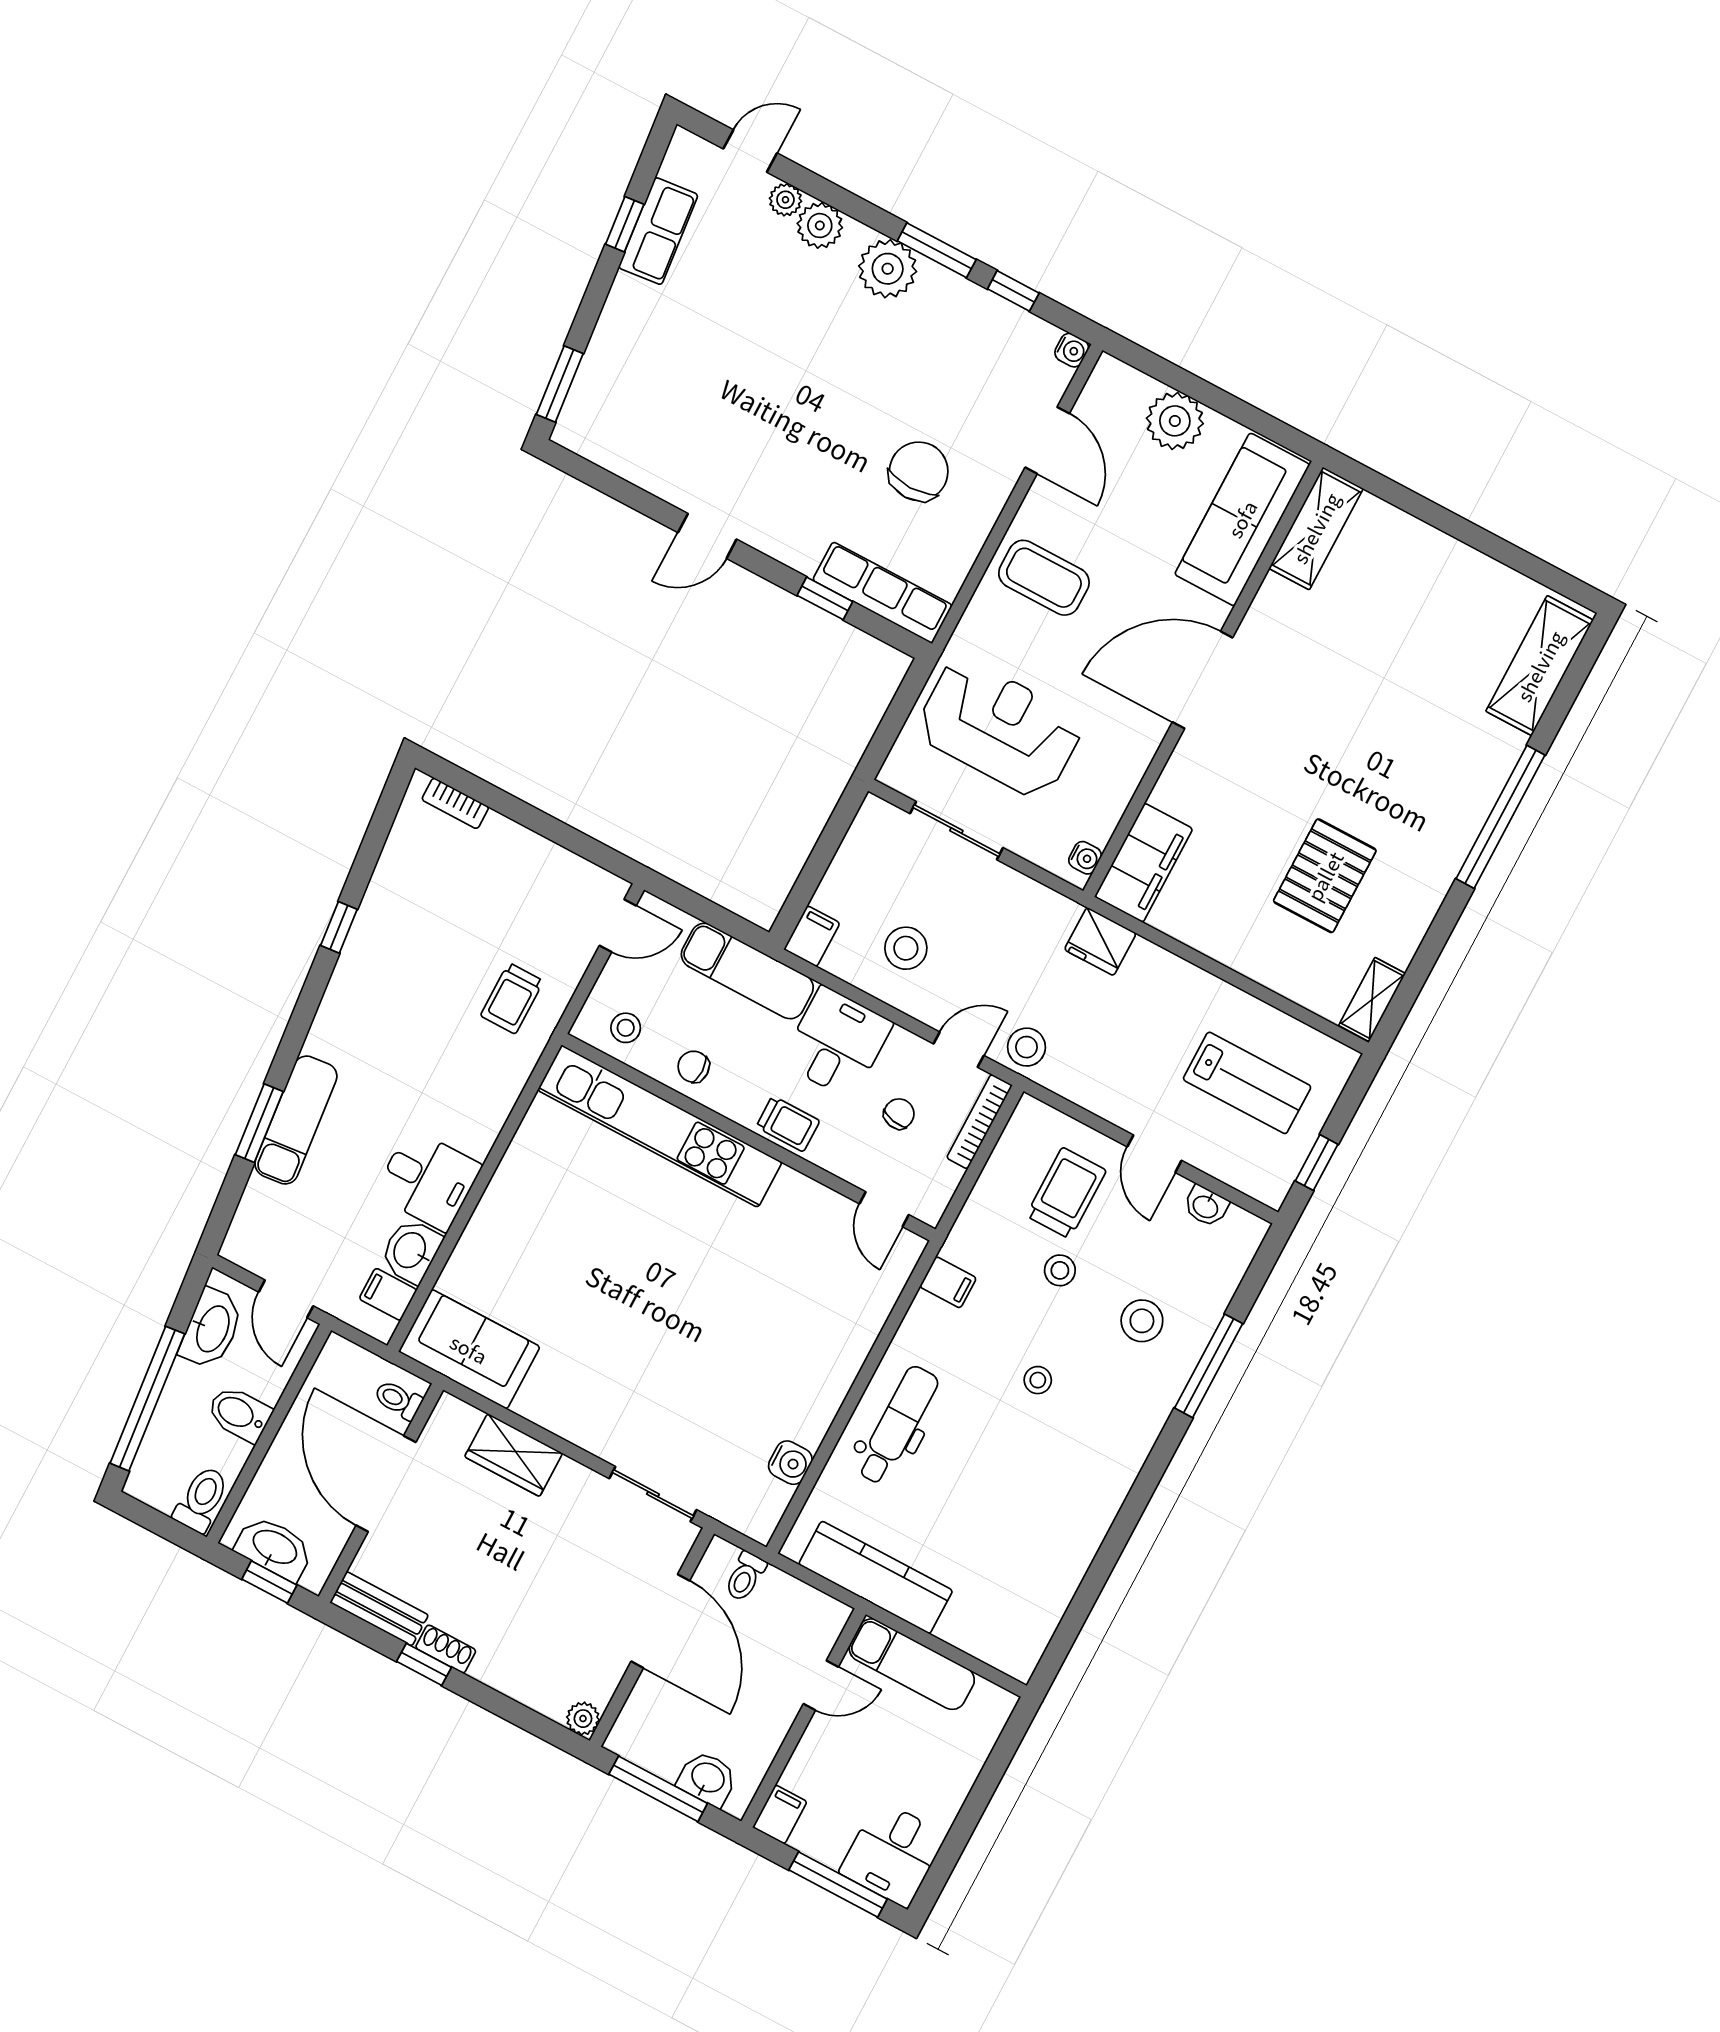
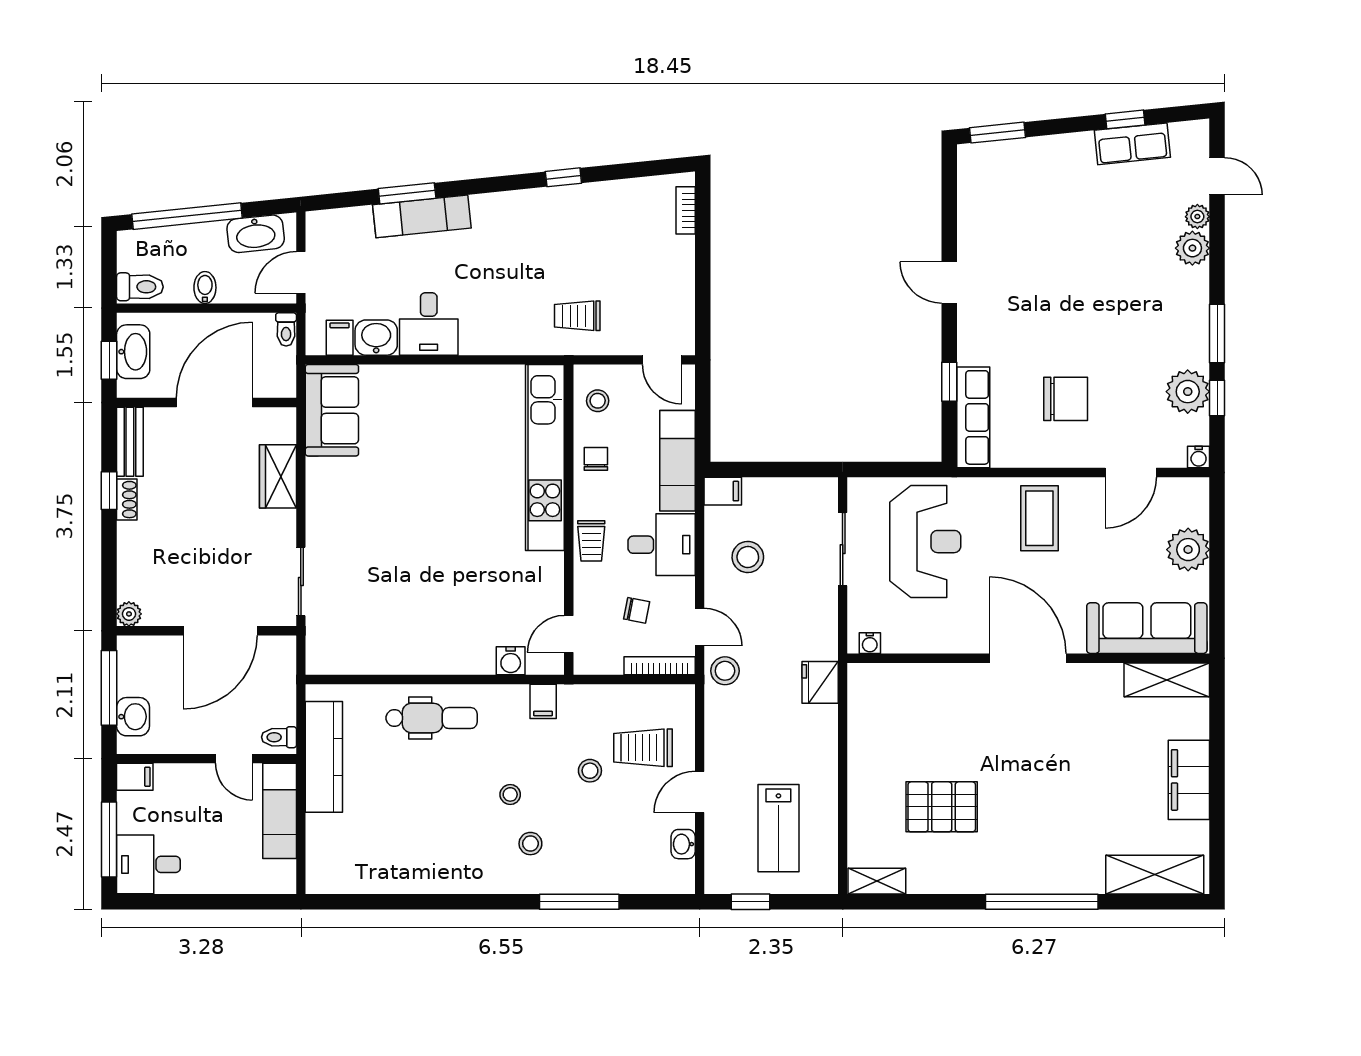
plant: (888, 269) -> (1188, 392), moved
filing cabinet: (1144, 863) -> (1189, 780), moved, turned 90
trolley: (1066, 1193) -> (643, 748), turned 180
stool: (1142, 1321) -> (530, 844), moved, width x0.73, depth x0.73
toilet: (398, 1400) -> (286, 329), moved, turned 180
bidet: (239, 1414) -> (205, 288), width x0.72, depth x0.74
water cooler: (790, 1463) -> (511, 661), moved
toilet: (745, 1576) -> (279, 737), moved

